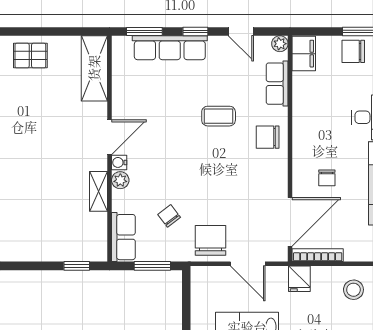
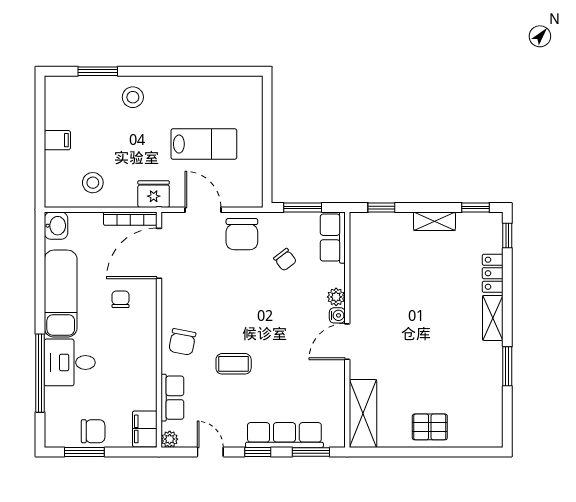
chair: (268, 137) -> (182, 342), turned 101
shelving: (99, 191) -> (434, 221), moved, turned 90
fridge: (299, 279) -> (154, 194), width x1.38

